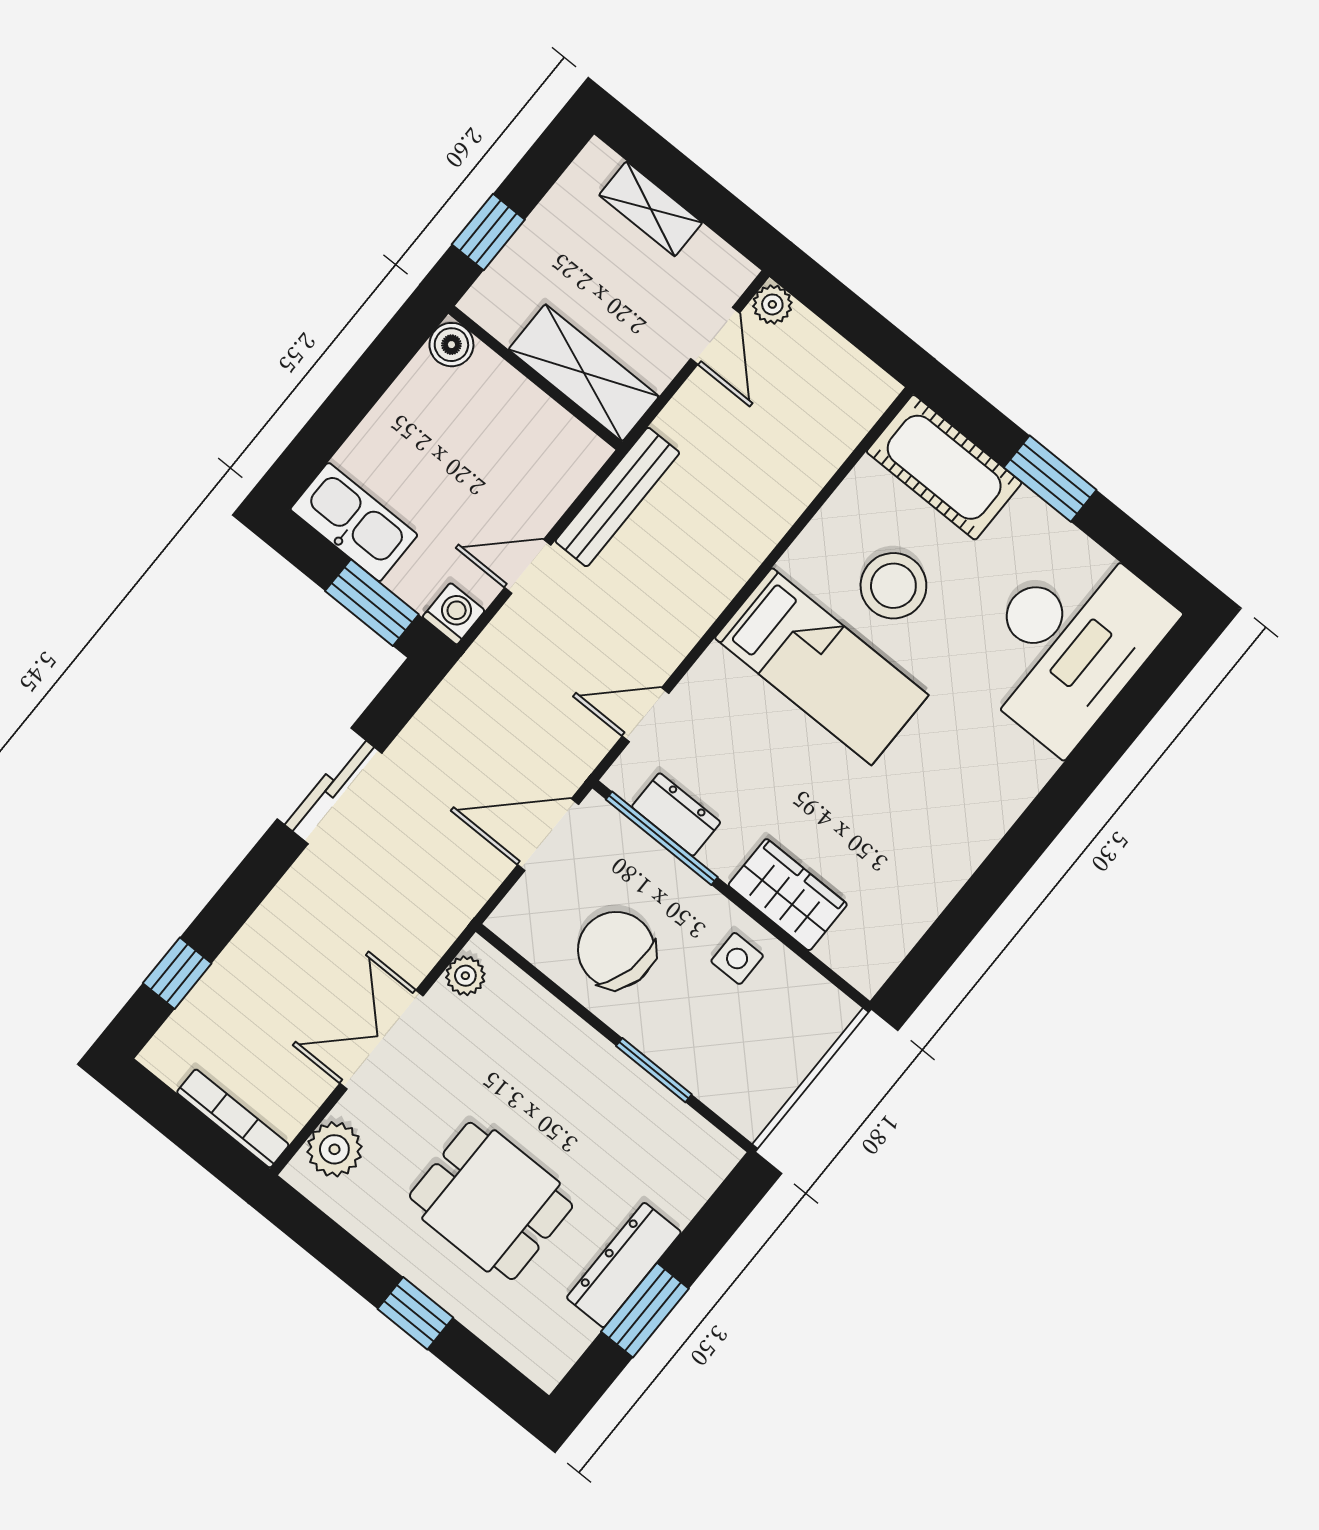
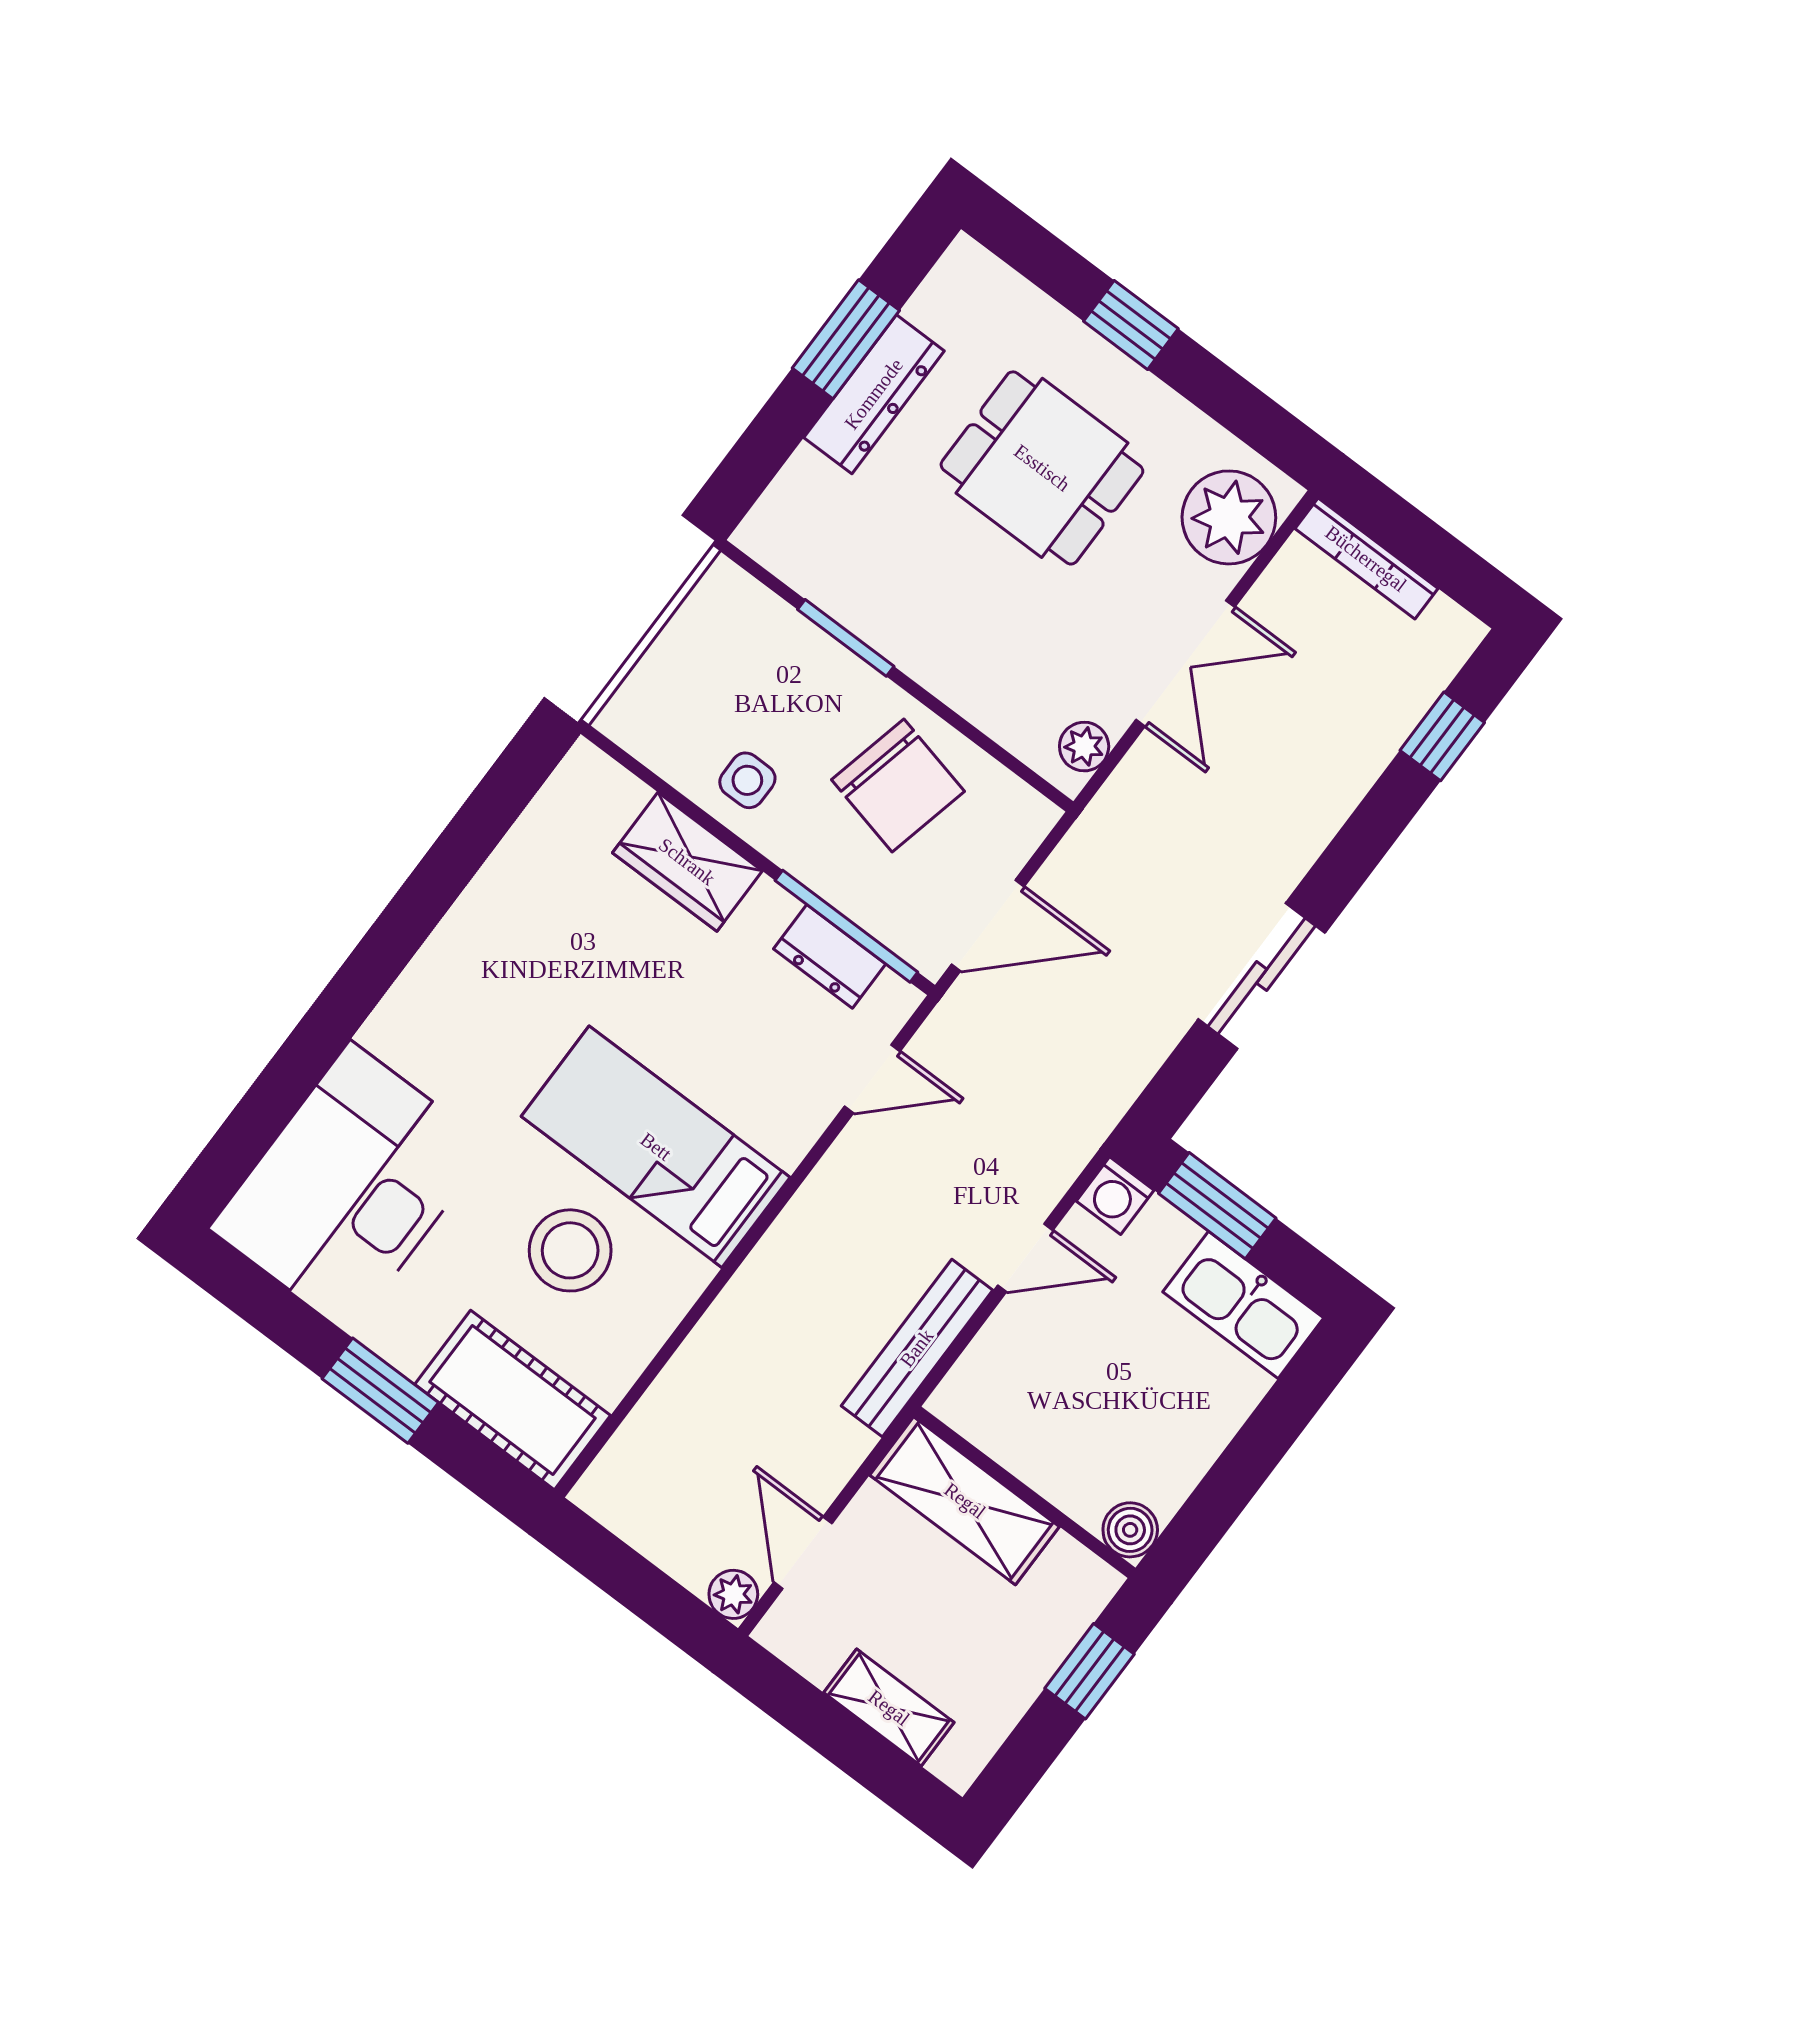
plant: (334, 1149) -> (1229, 517), width x1.36, depth x1.36

